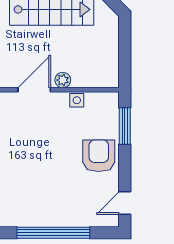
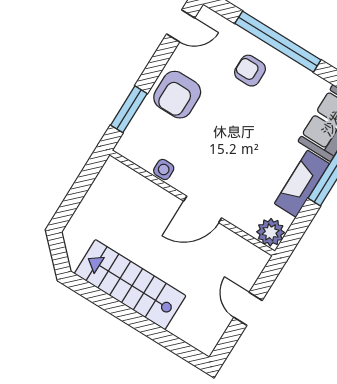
plant: (63, 80) -> (165, 201), removed
armchair: (60, 202) -> (250, 71), added

